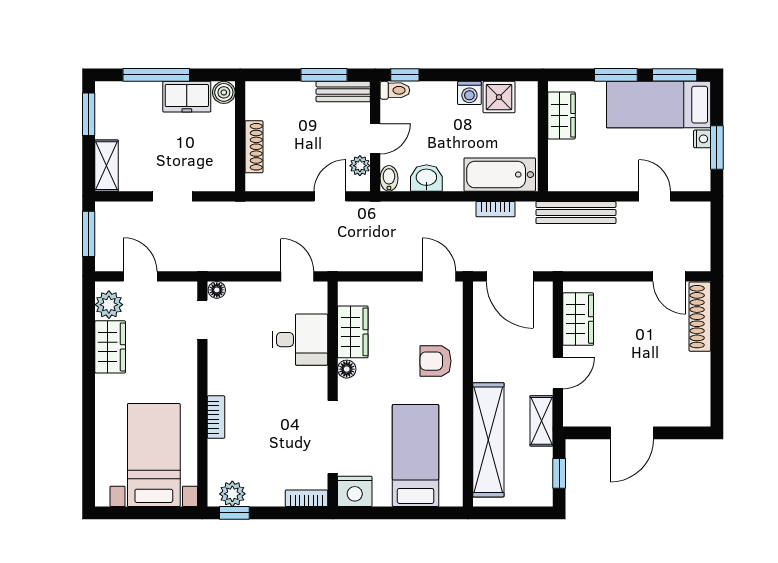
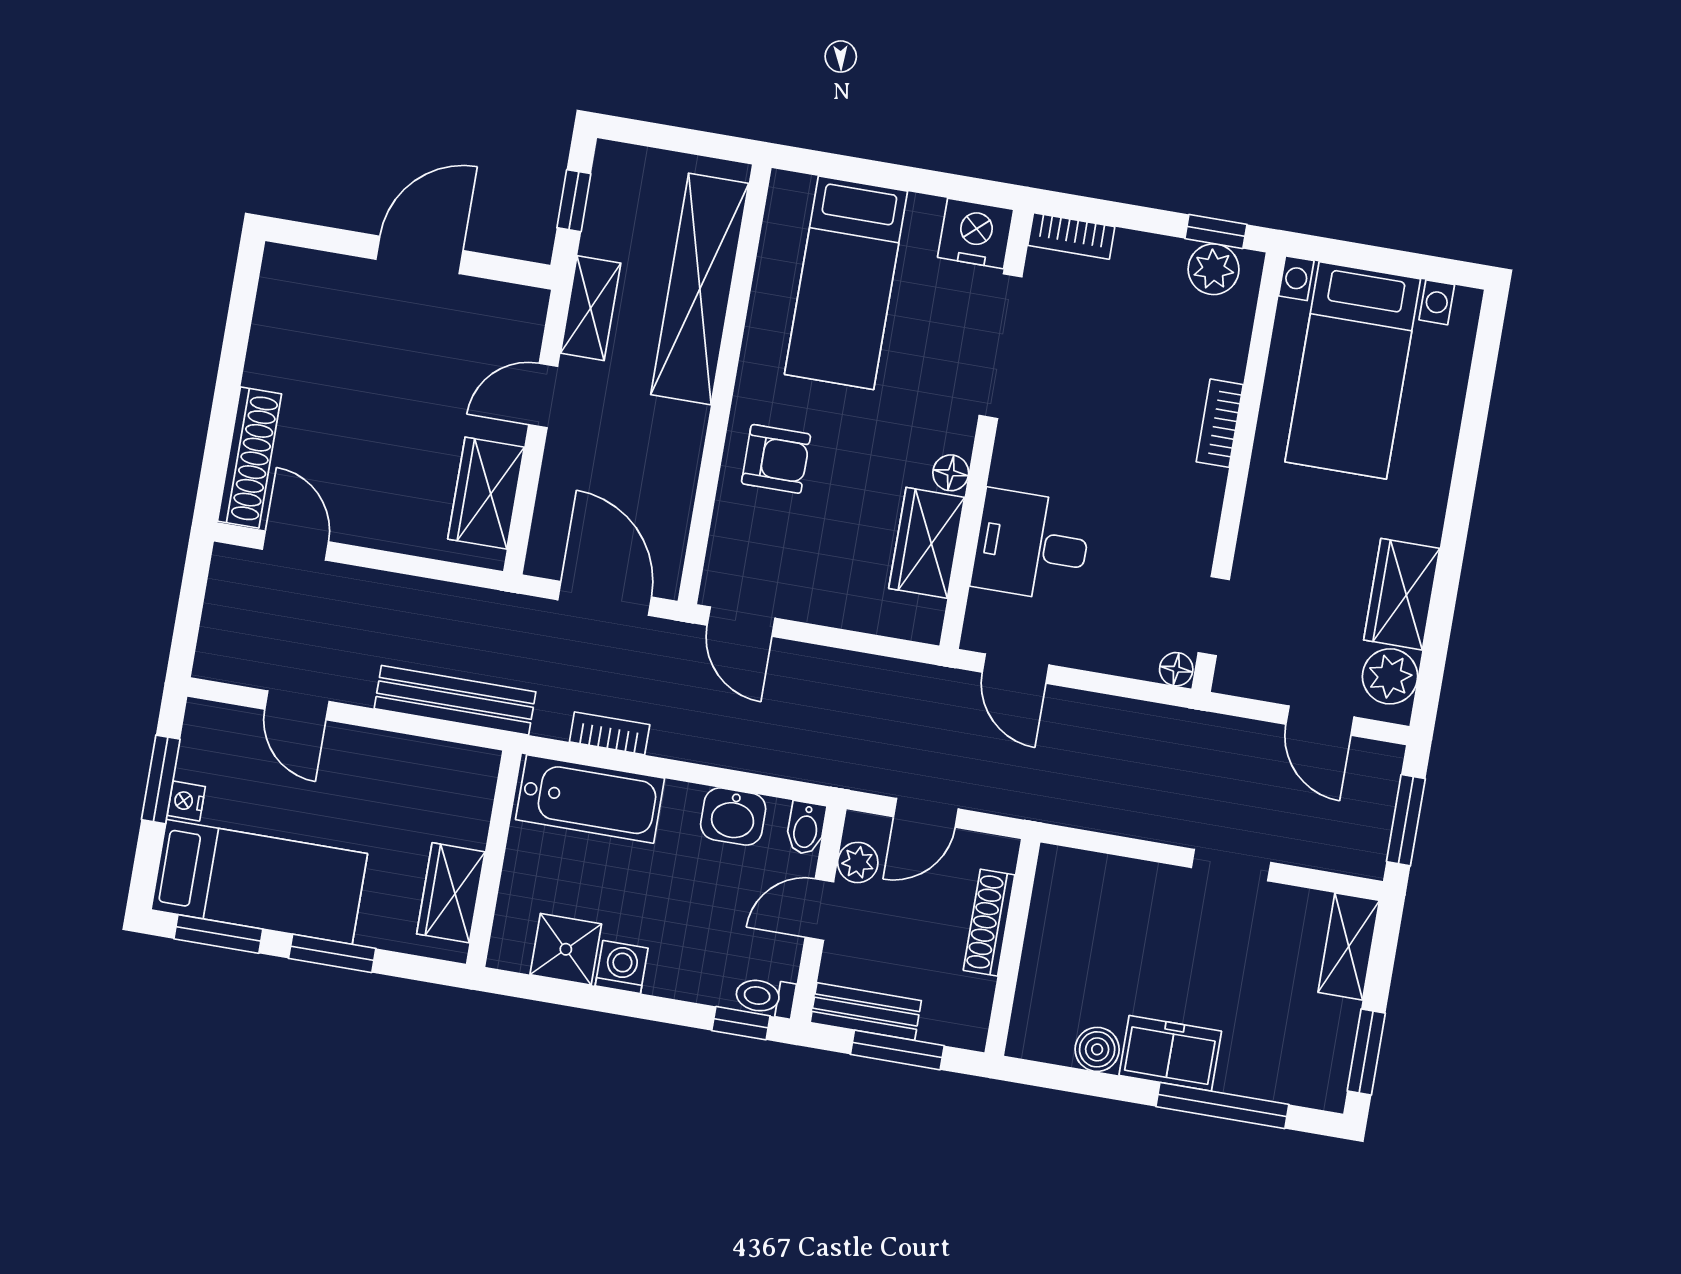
wall: (240, 136) -> (1012, 947), moved
shoe rack: (254, 147) -> (989, 923), moved

